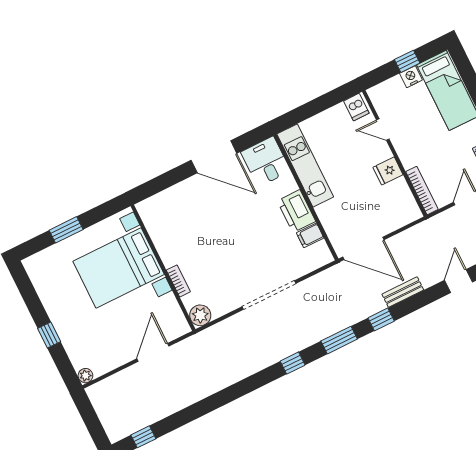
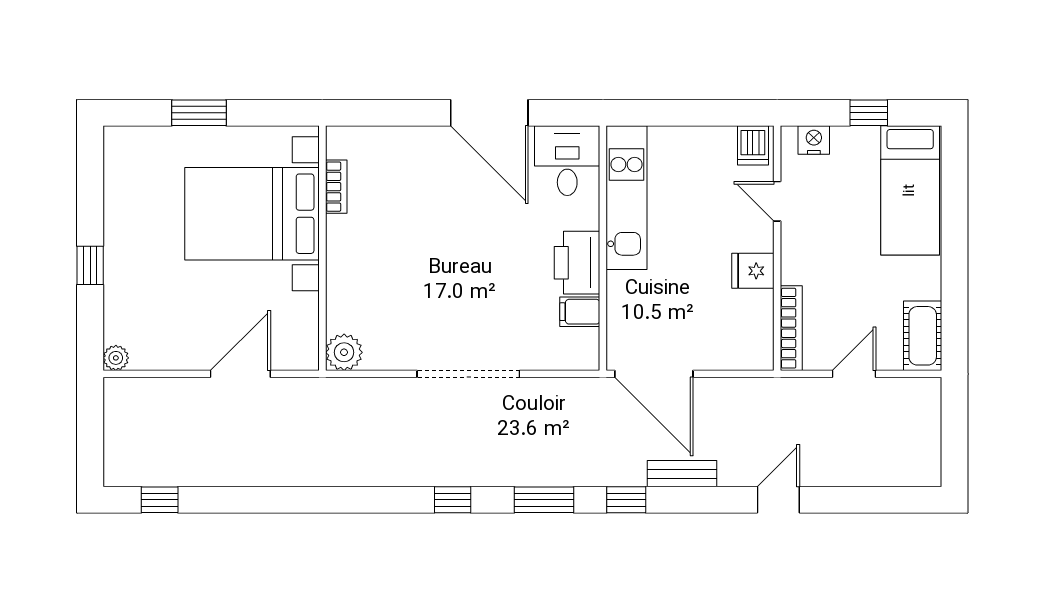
nightstand: (411, 77) -> (814, 140), moved
bookcase: (178, 281) -> (336, 187), moved

